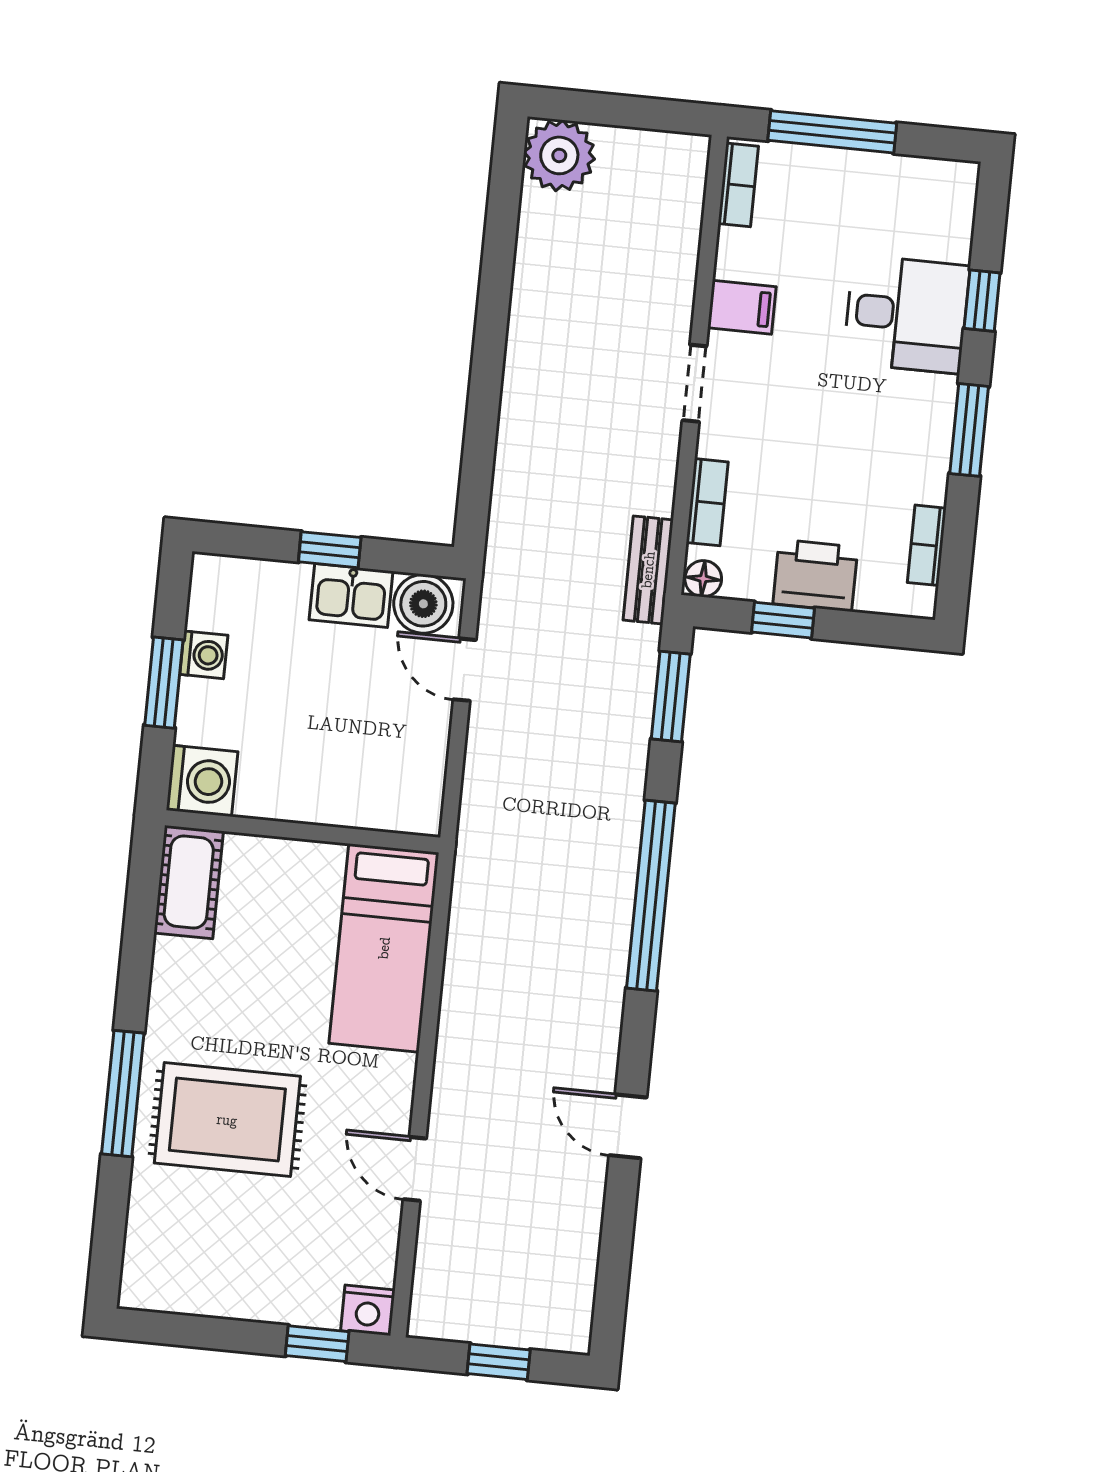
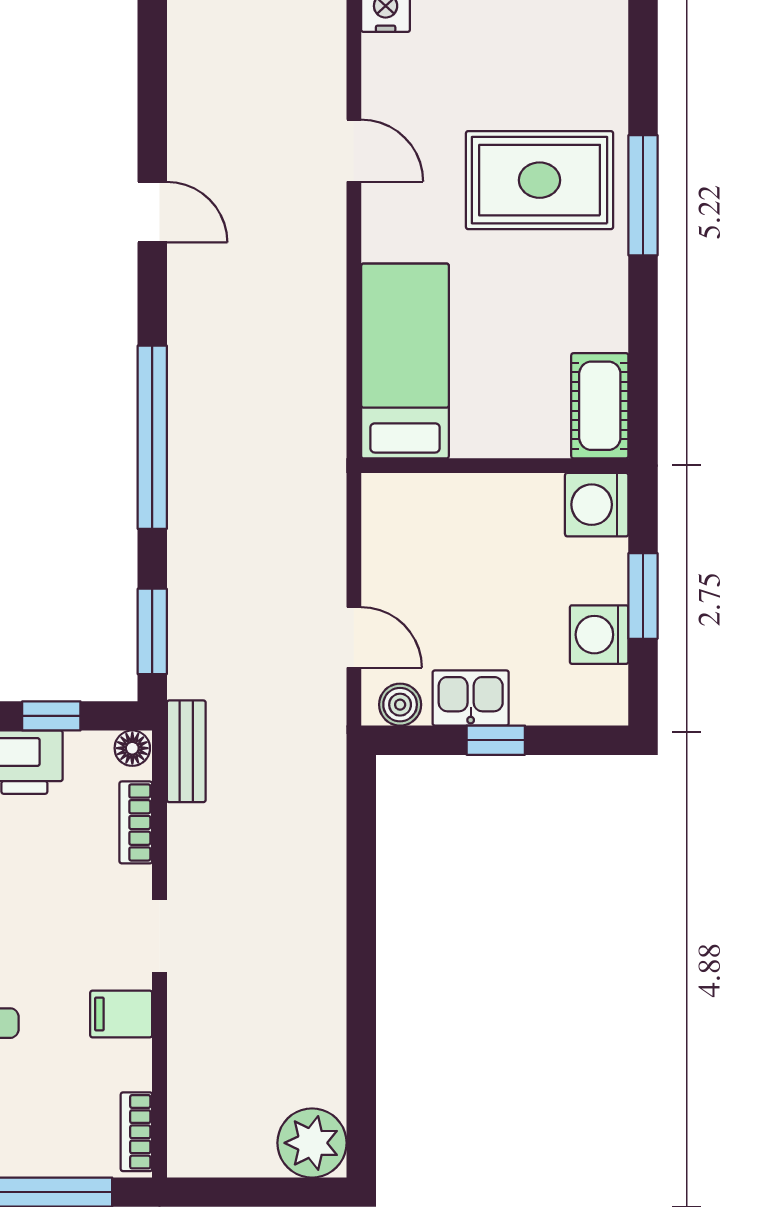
boiler: (423, 604) -> (400, 705), width x0.73, depth x0.73
washing machine: (204, 655) -> (599, 635), width x1.38, depth x1.38

